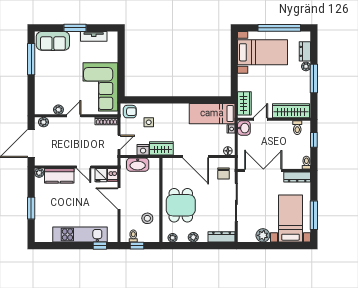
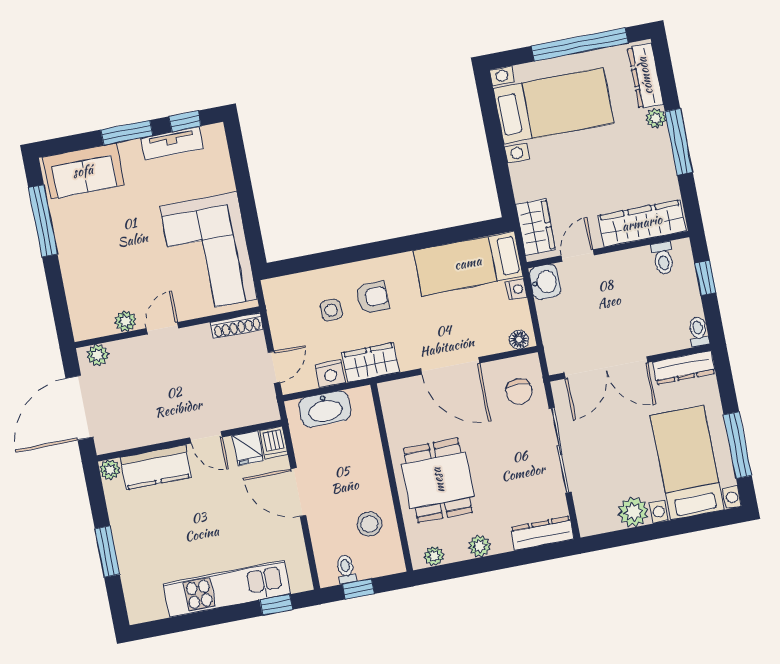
window: (101, 28) -> (185, 121), added
dresser: (305, 51) -> (645, 76), width x1.44
armchair: (130, 112) -> (373, 297), moved
double door: (263, 170) -> (606, 368), swing flipped

